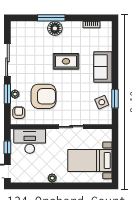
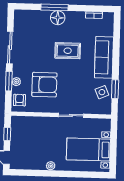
sofa: (103, 67) -> (104, 57), width x1.36
desk: (30, 141) -> (29, 129), removed

